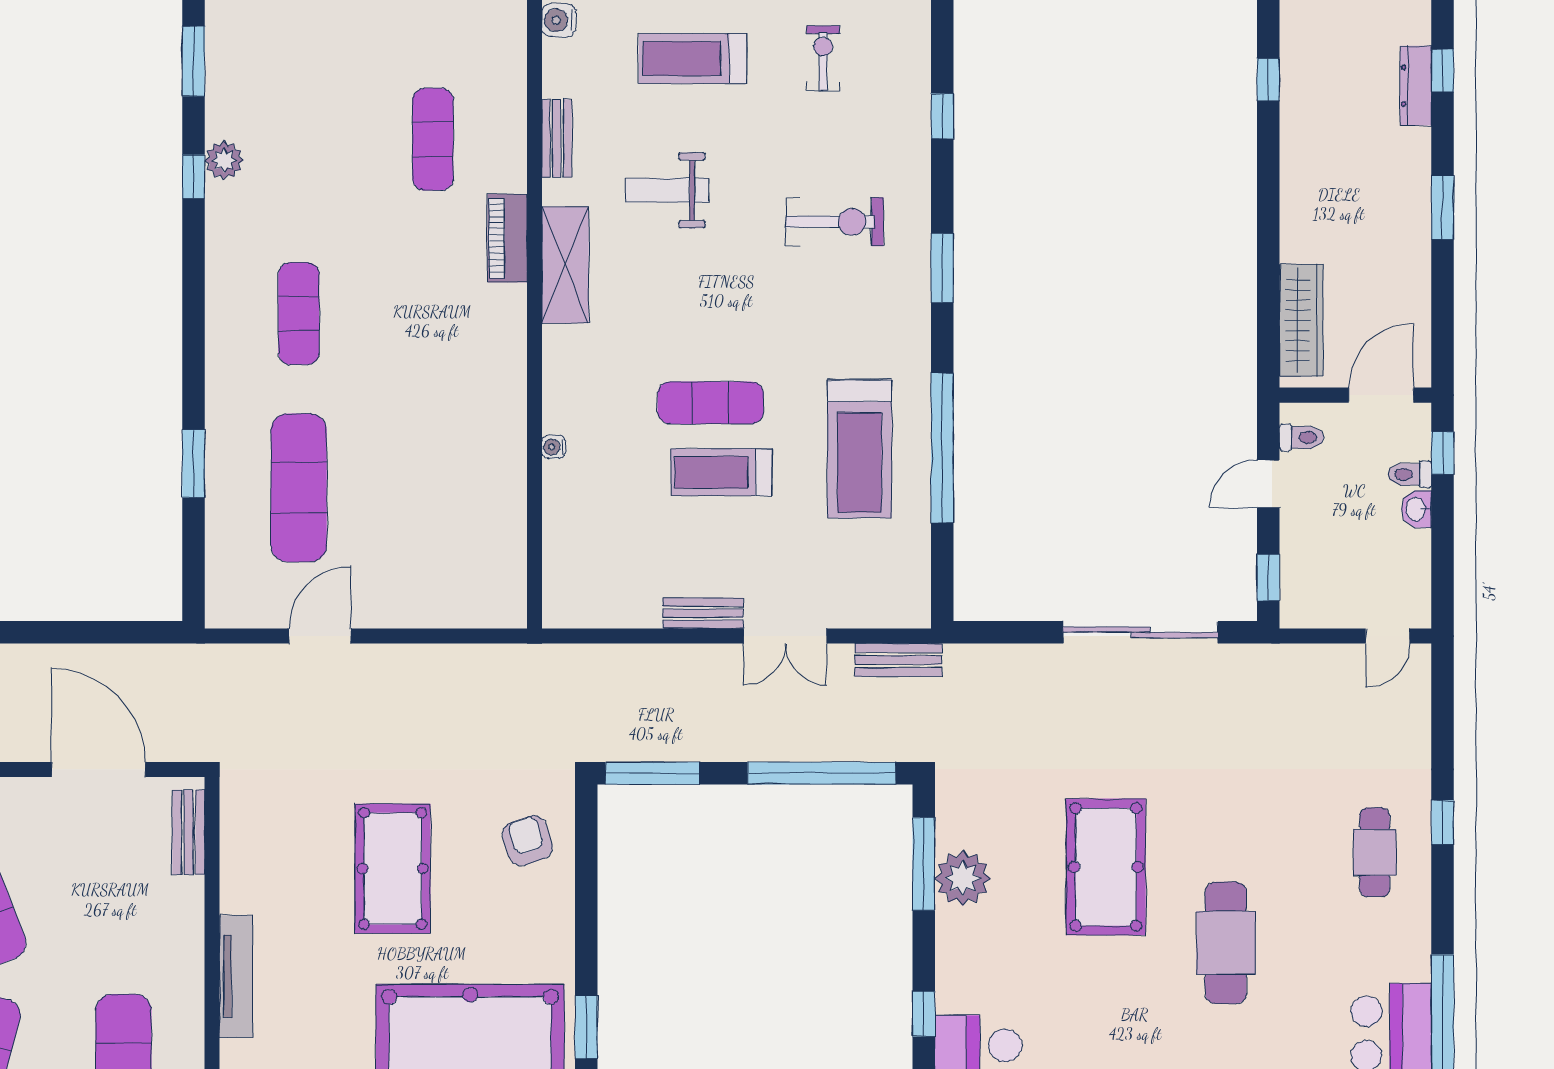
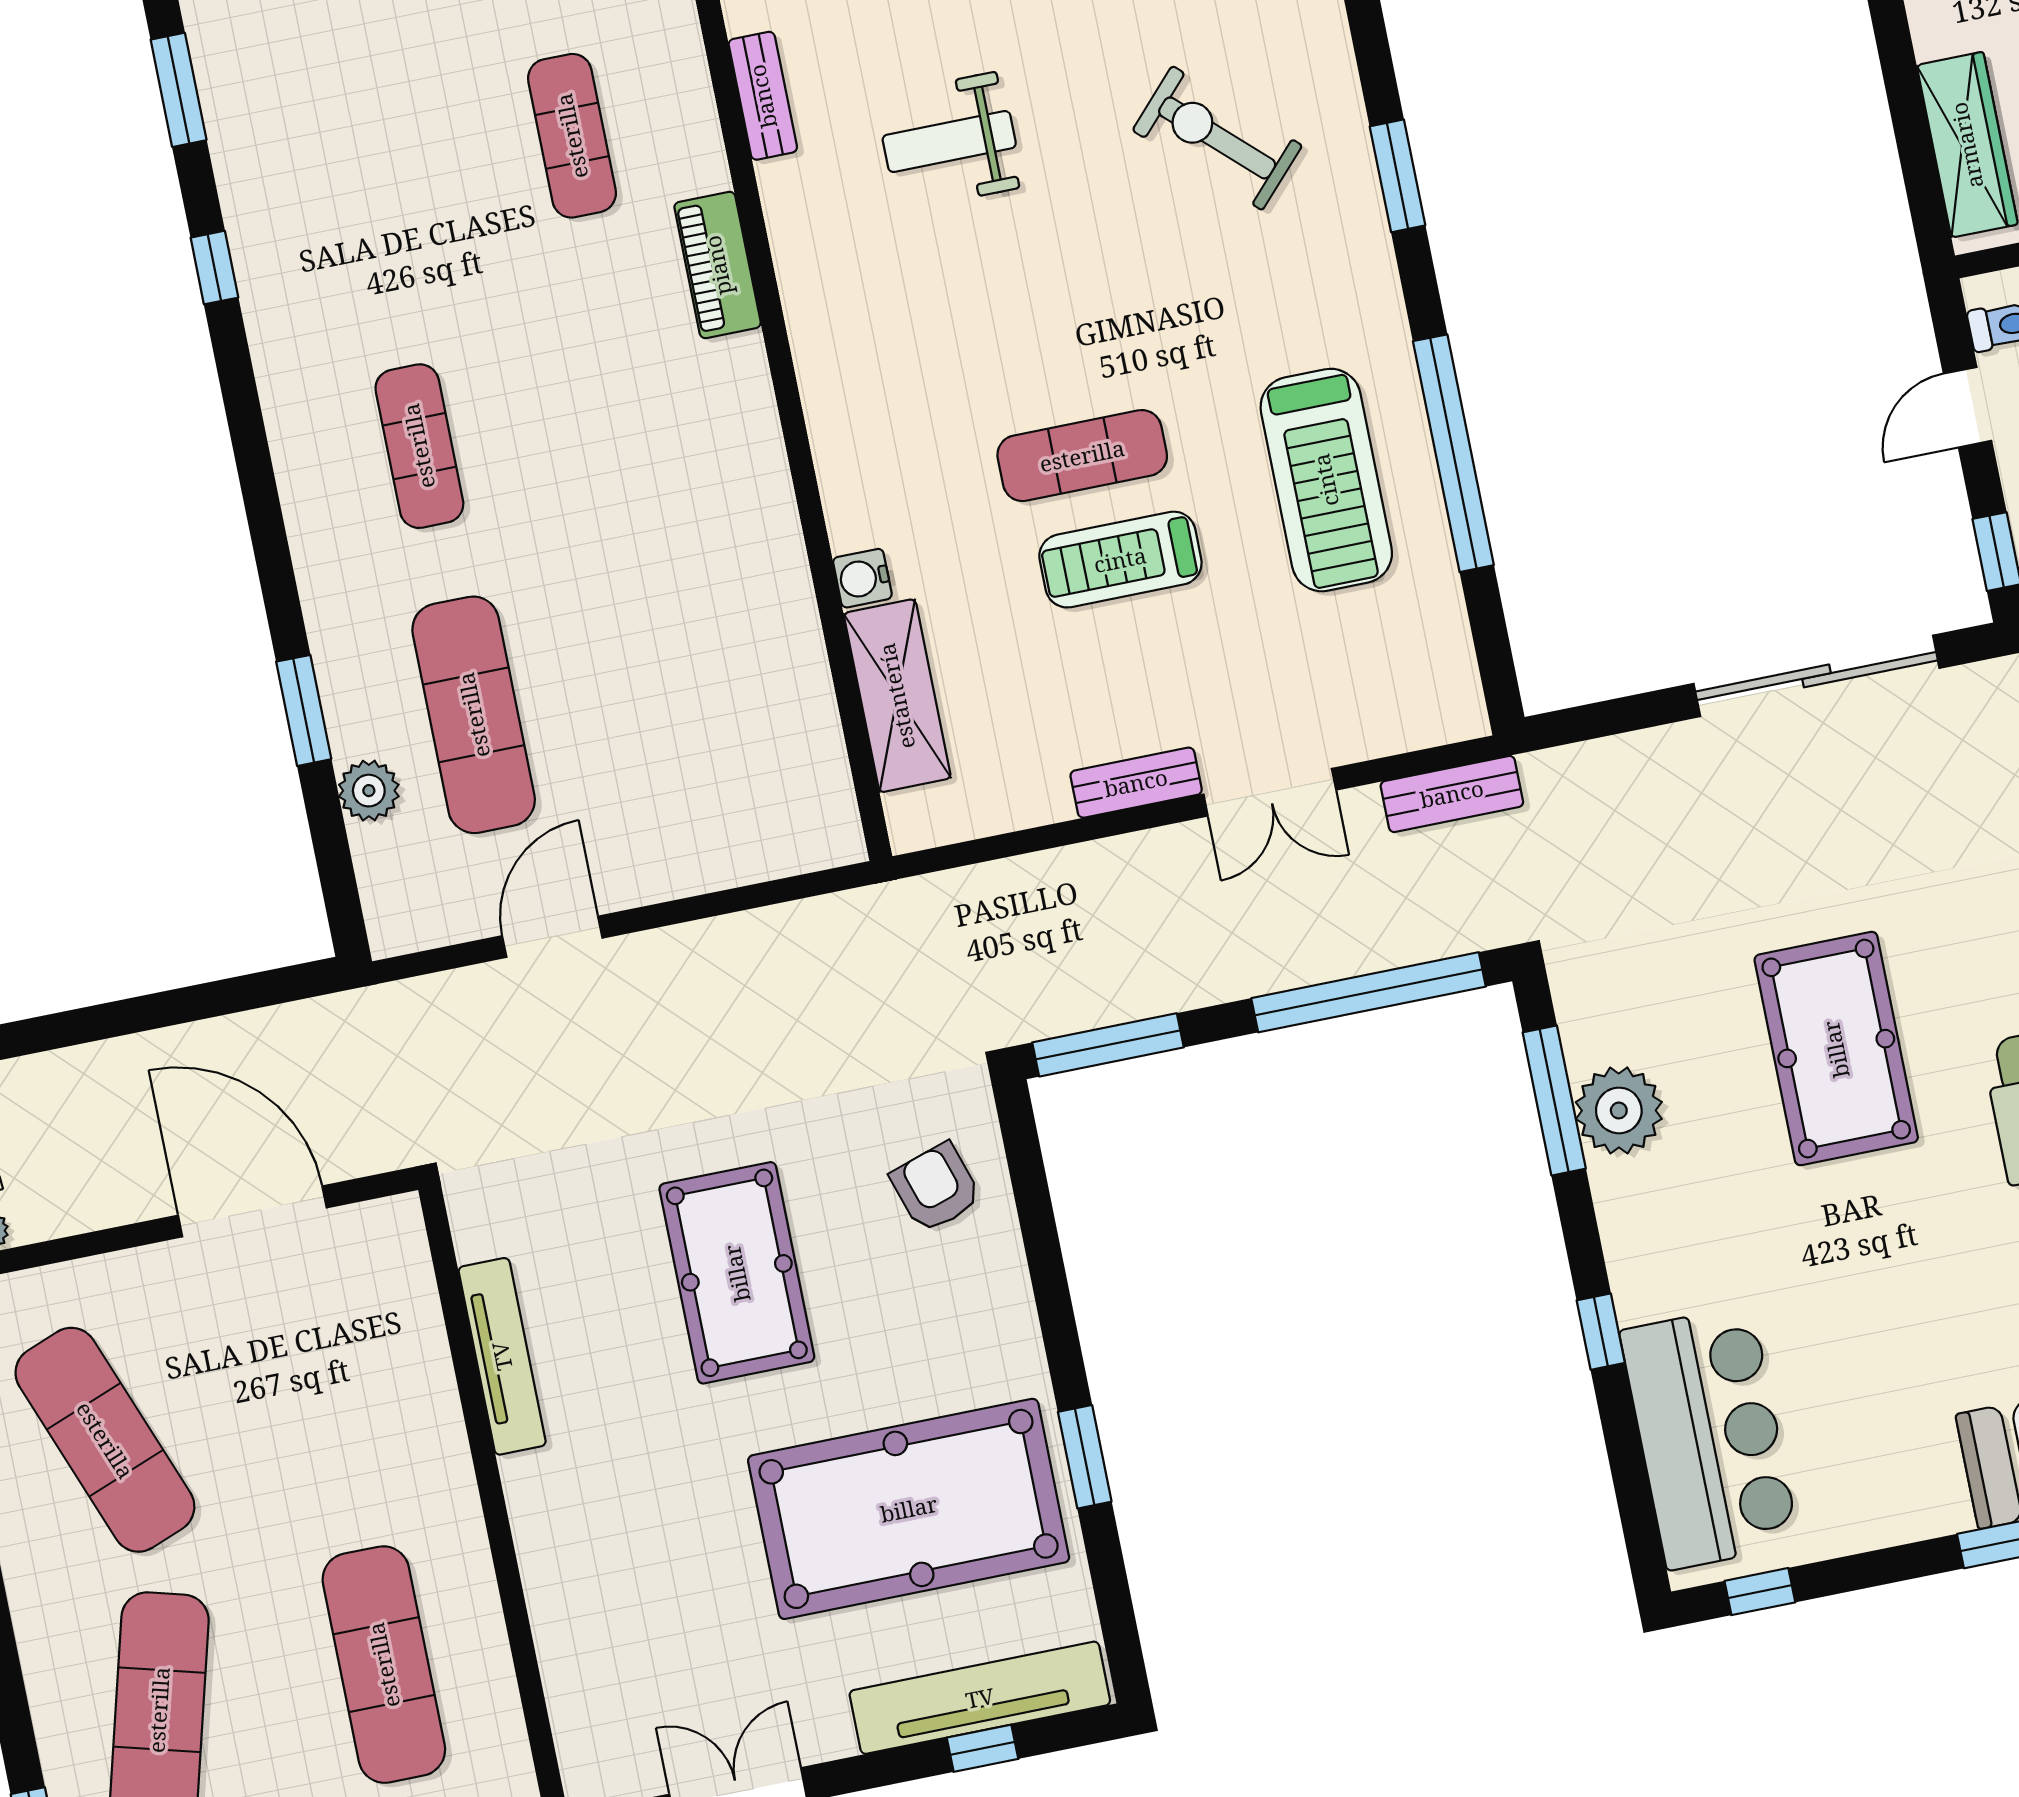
plant: (224, 160) -> (369, 791), moved
exercise bike: (835, 222) -> (1217, 138), turned -137
shelving: (565, 265) -> (897, 696), moved
water cooler: (554, 447) -> (862, 578), width x1.38, depth x1.38
bench: (188, 832) -> (410, 1280), removed
tv unit: (236, 976) -> (502, 1356), moved

